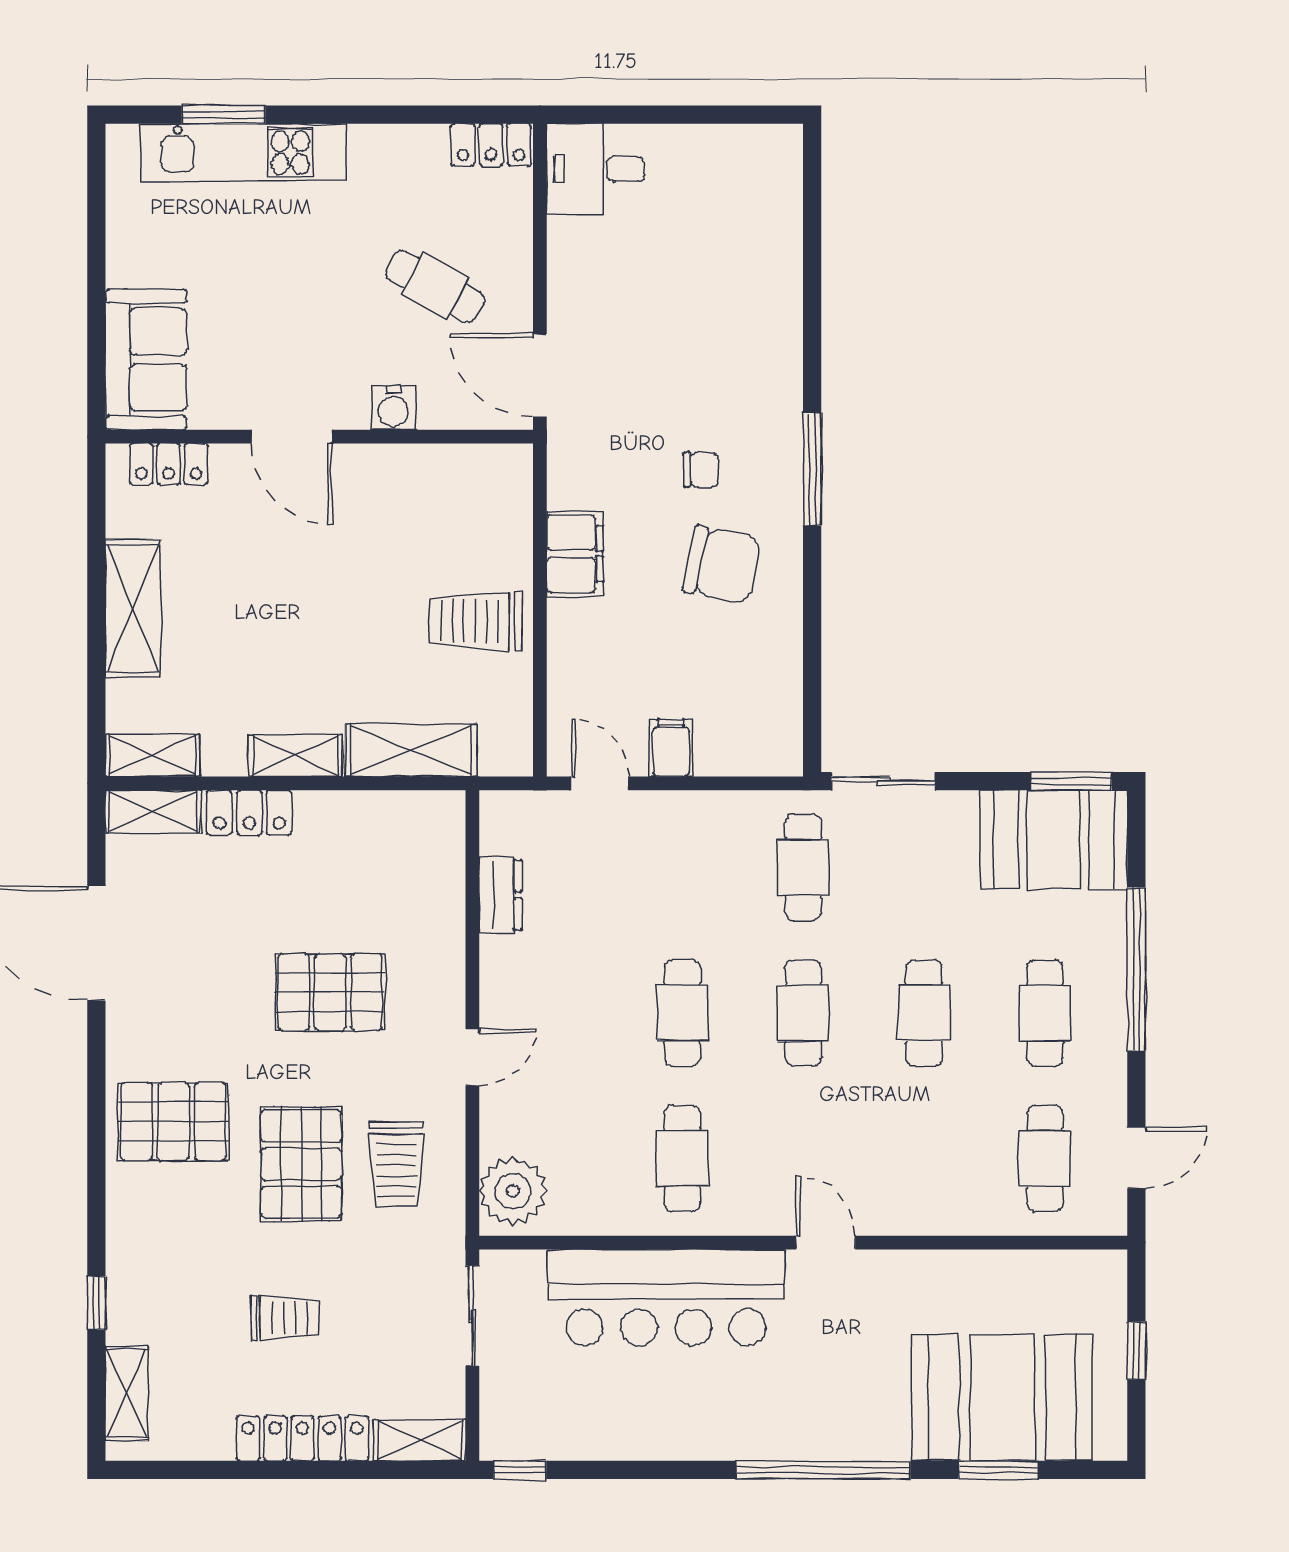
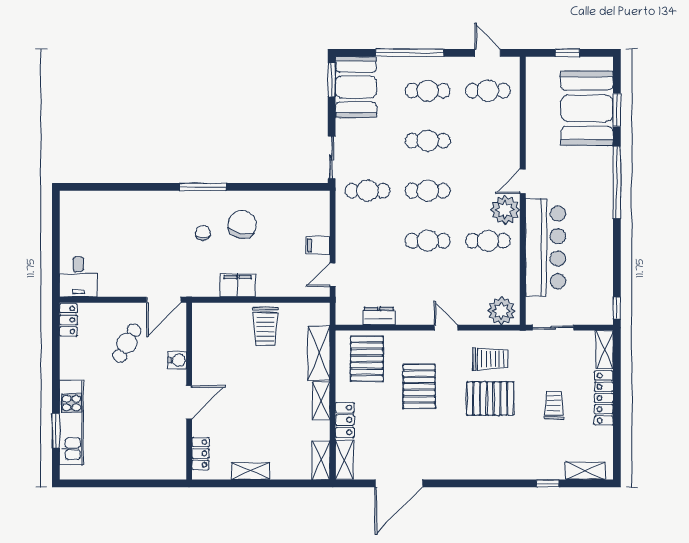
sofa: (146, 359) -> (157, 463), removed
shelving: (133, 608) -> (251, 471), width x0.67, depth x0.75
pallet: (173, 1121) -> (367, 359), moved
plant: (757, 1200) -> (505, 210), added

